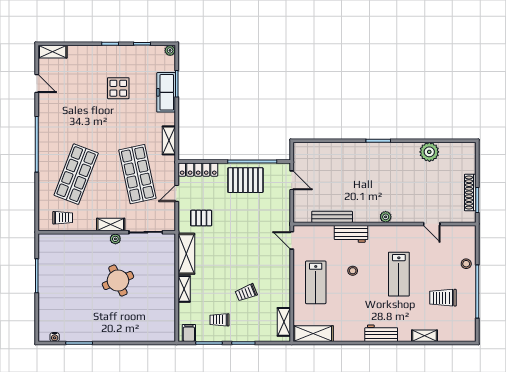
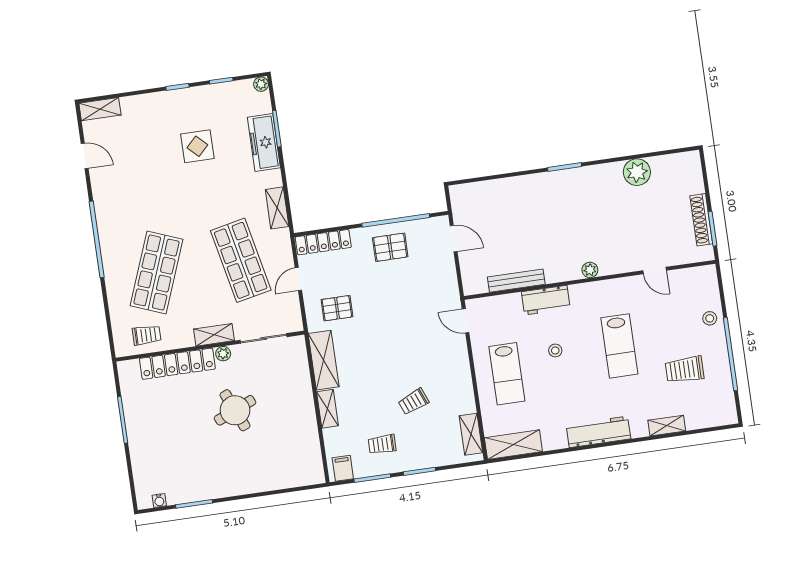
pallet: (245, 180) -> (390, 247), width x0.67, depth x0.71
locker: (82, 241) -> (177, 364), added
workbench: (381, 333) -> (598, 432), width x1.38

